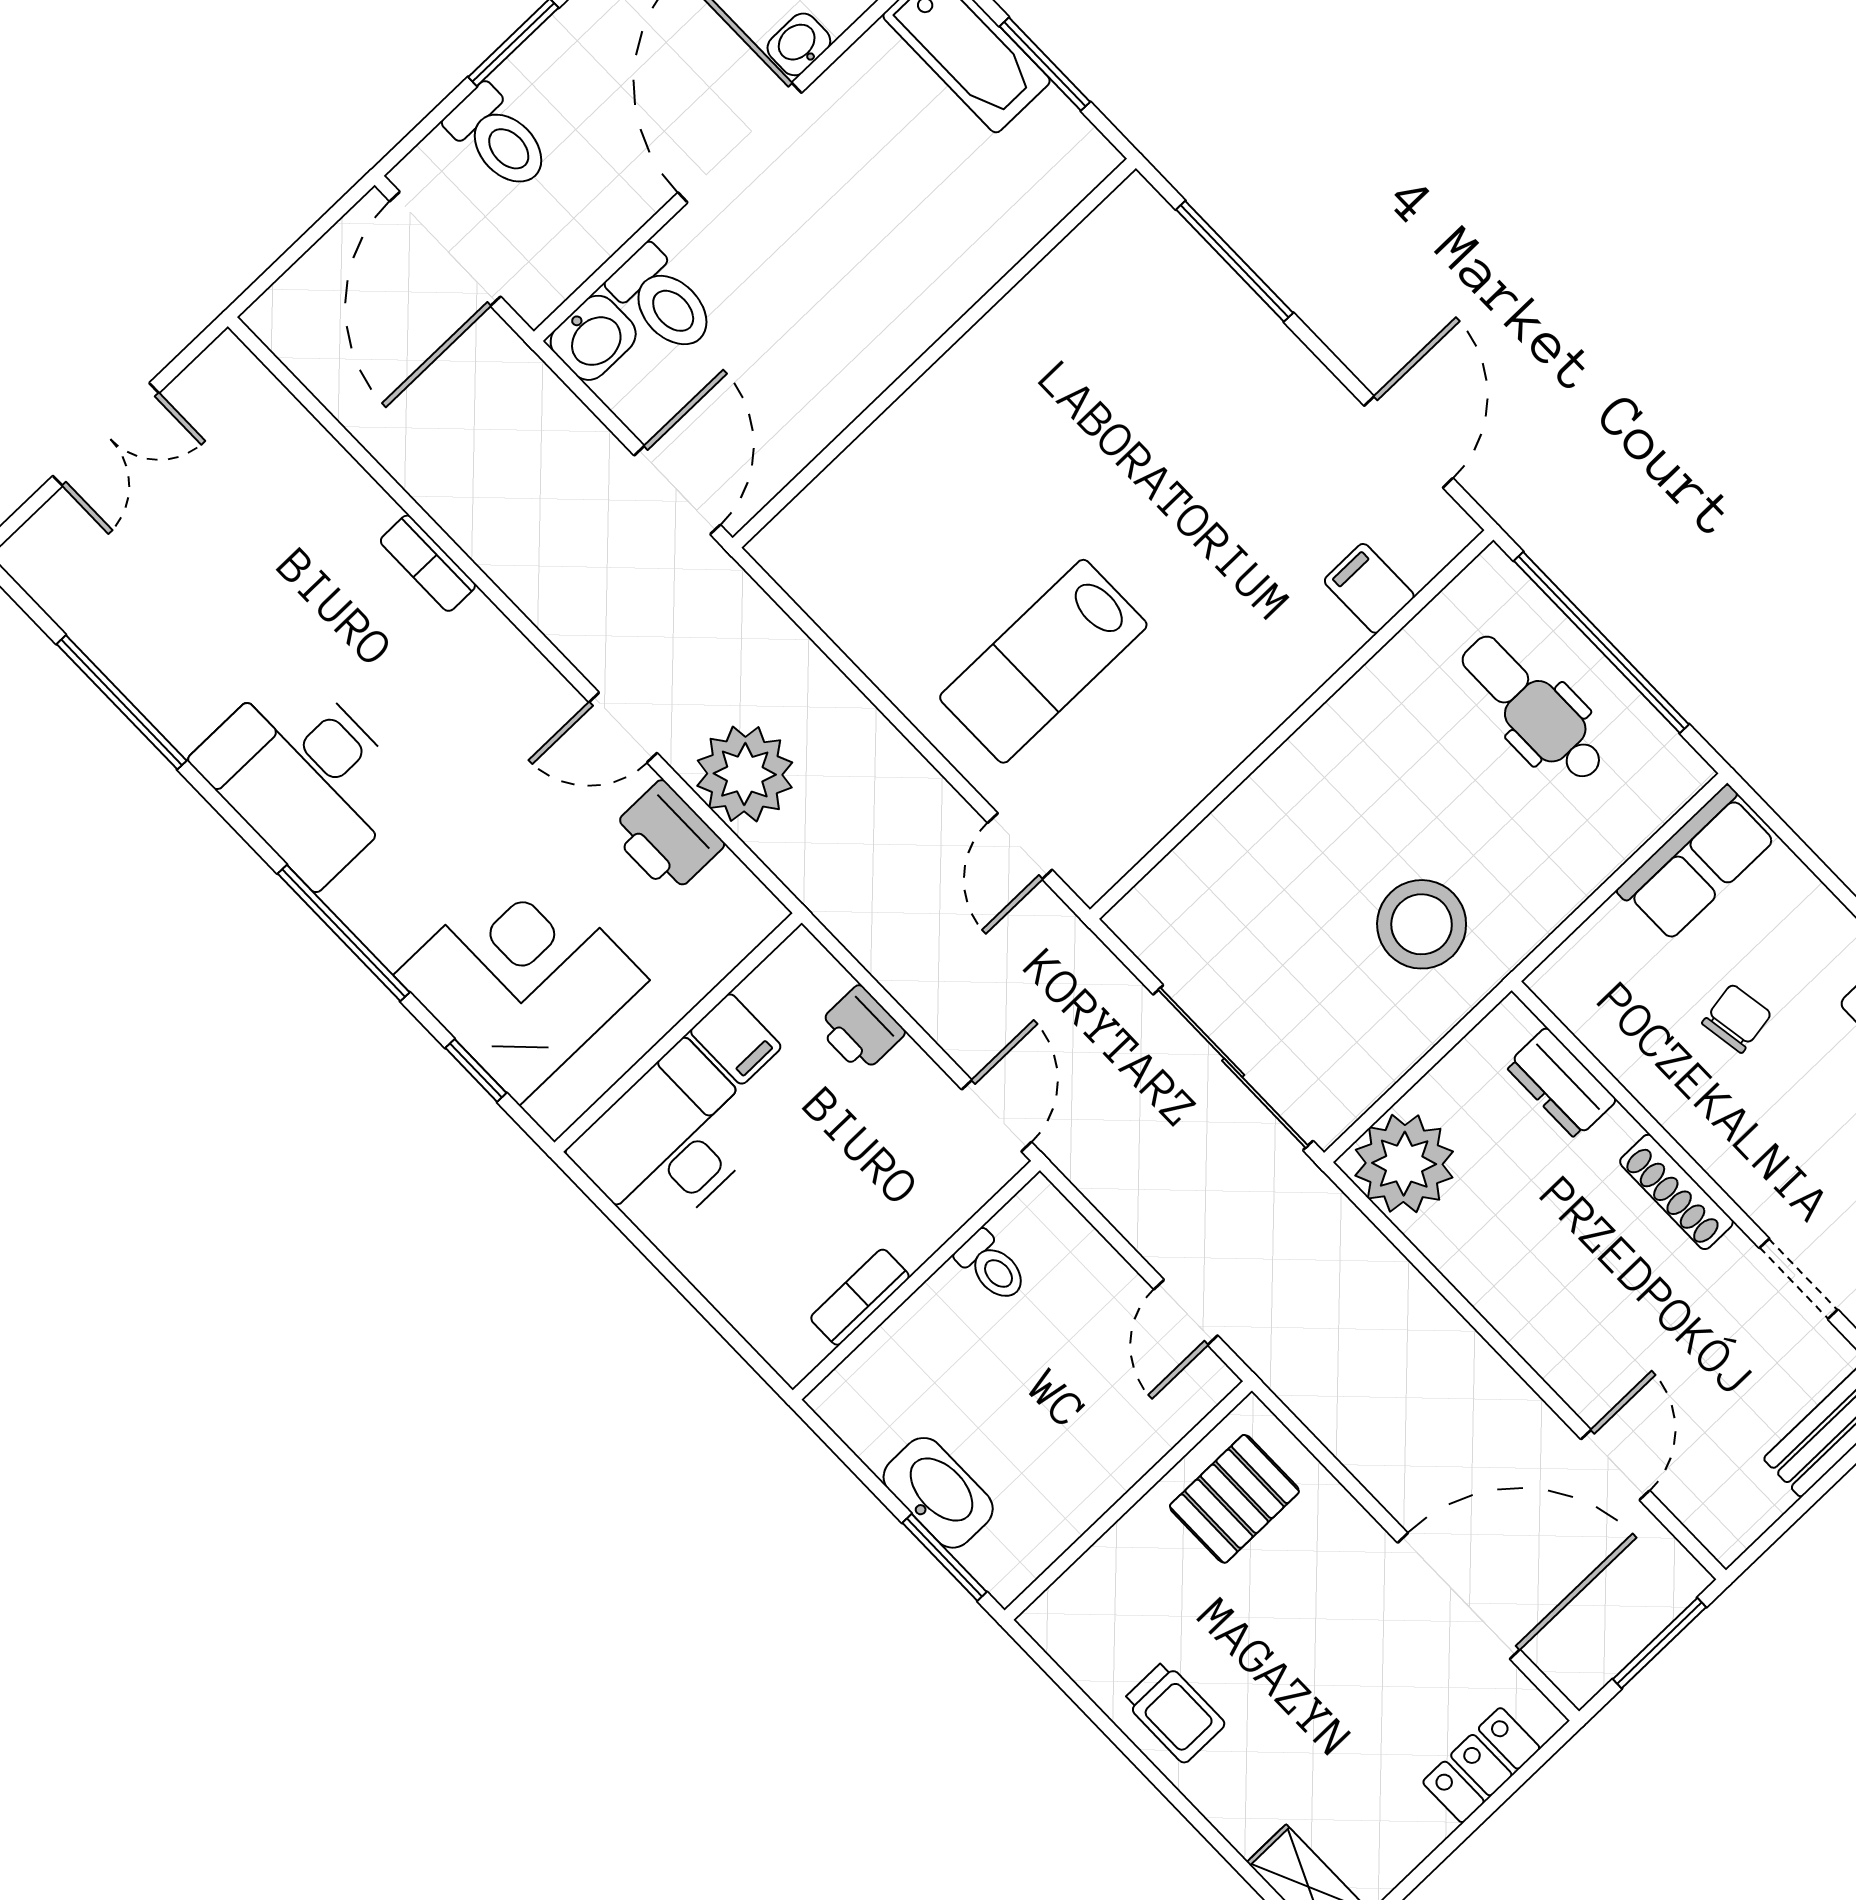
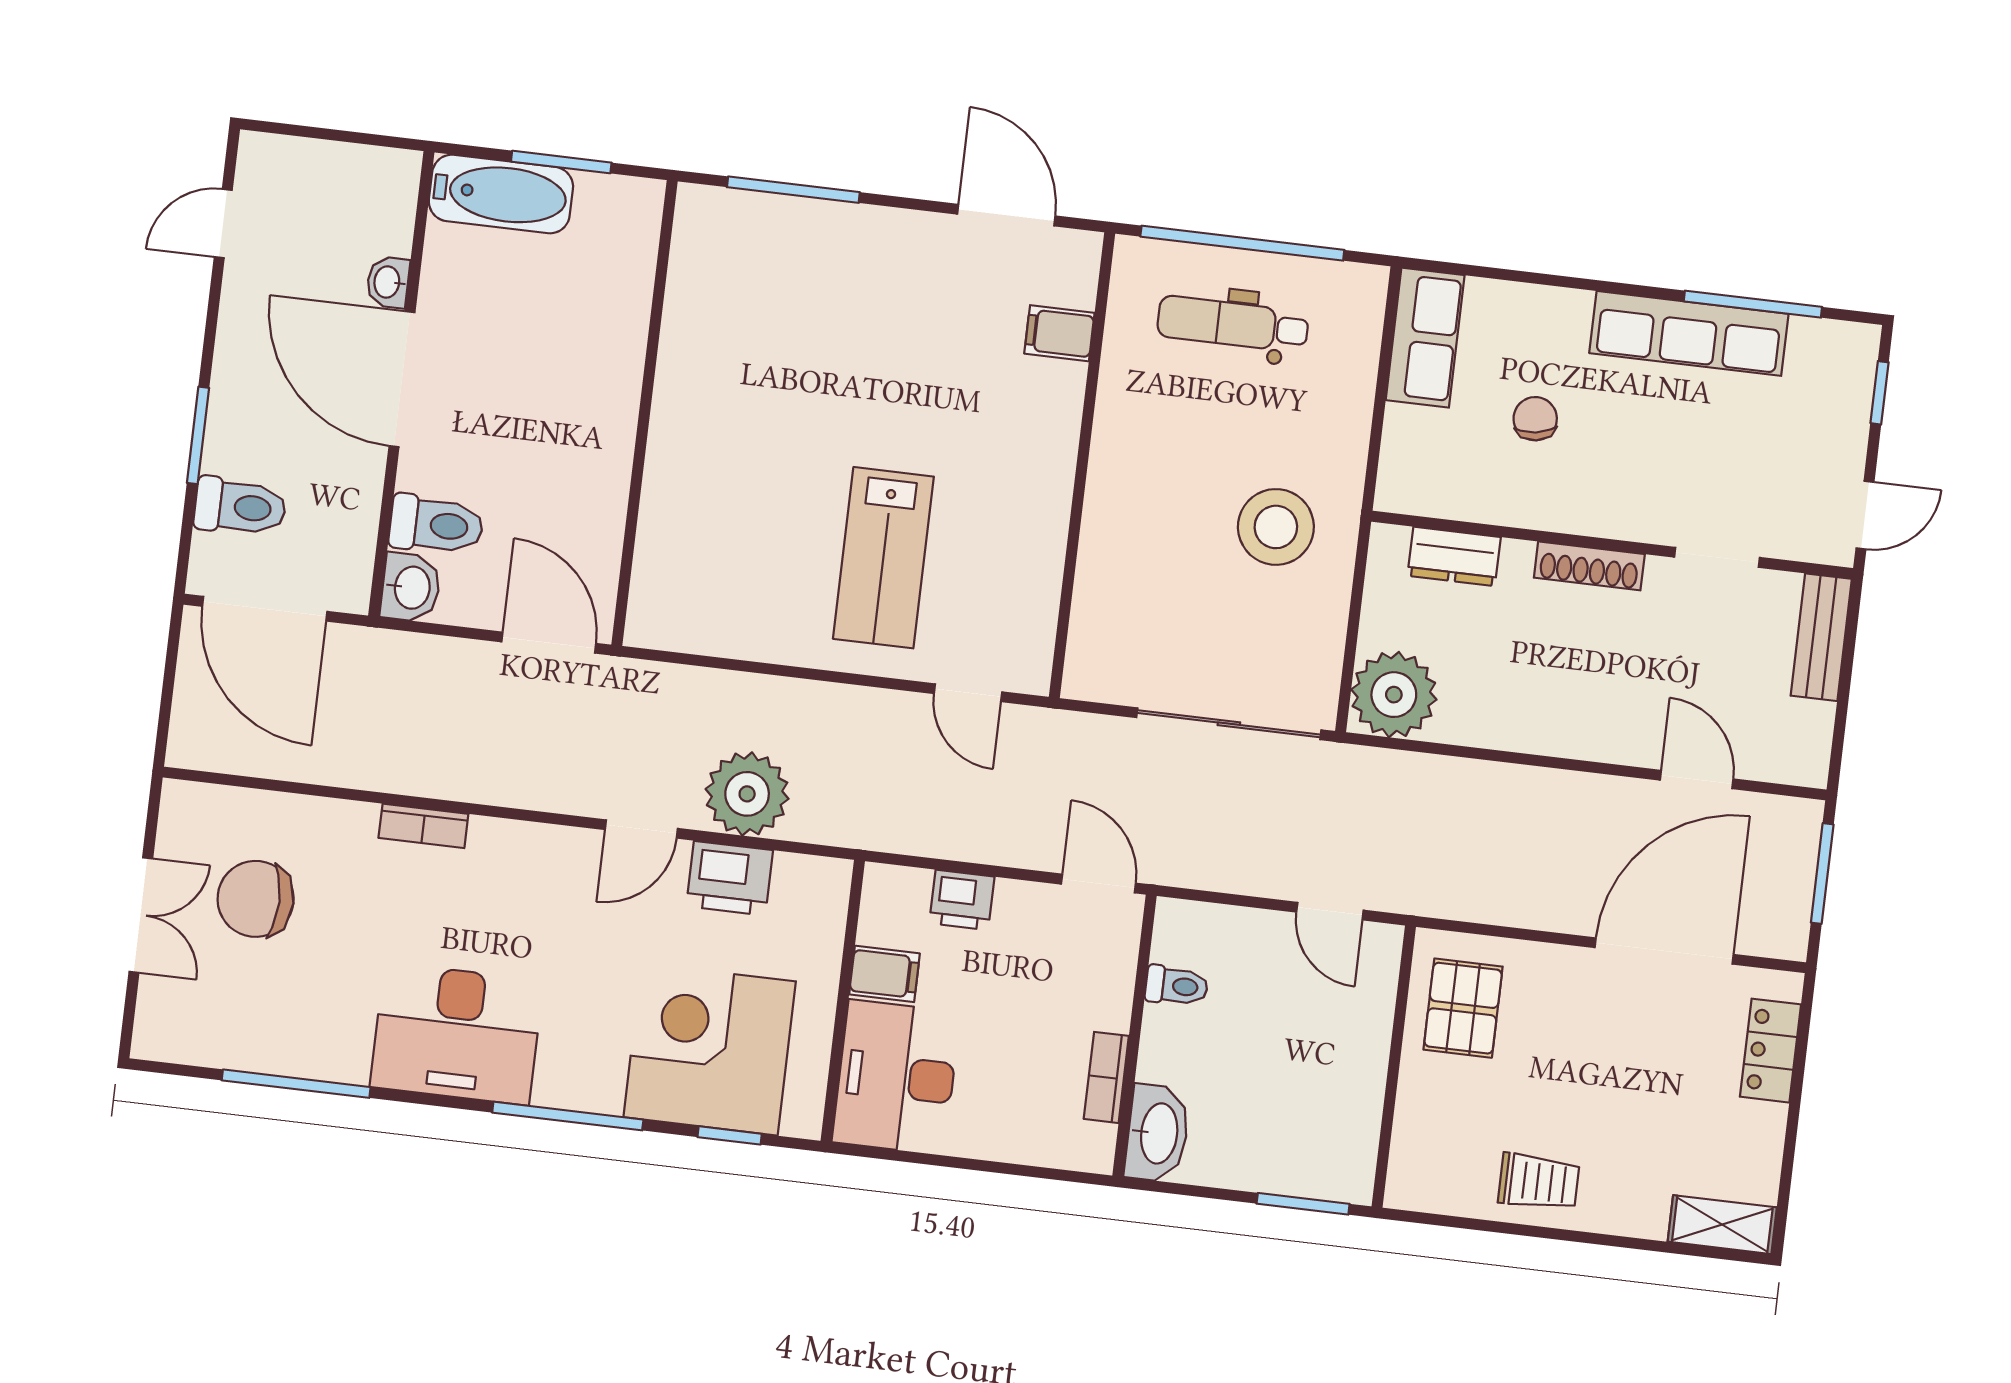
chair: (222, 505) -> (256, 899), added
washbasin: (938, 1493) -> (1157, 1133), moved, turned 90

